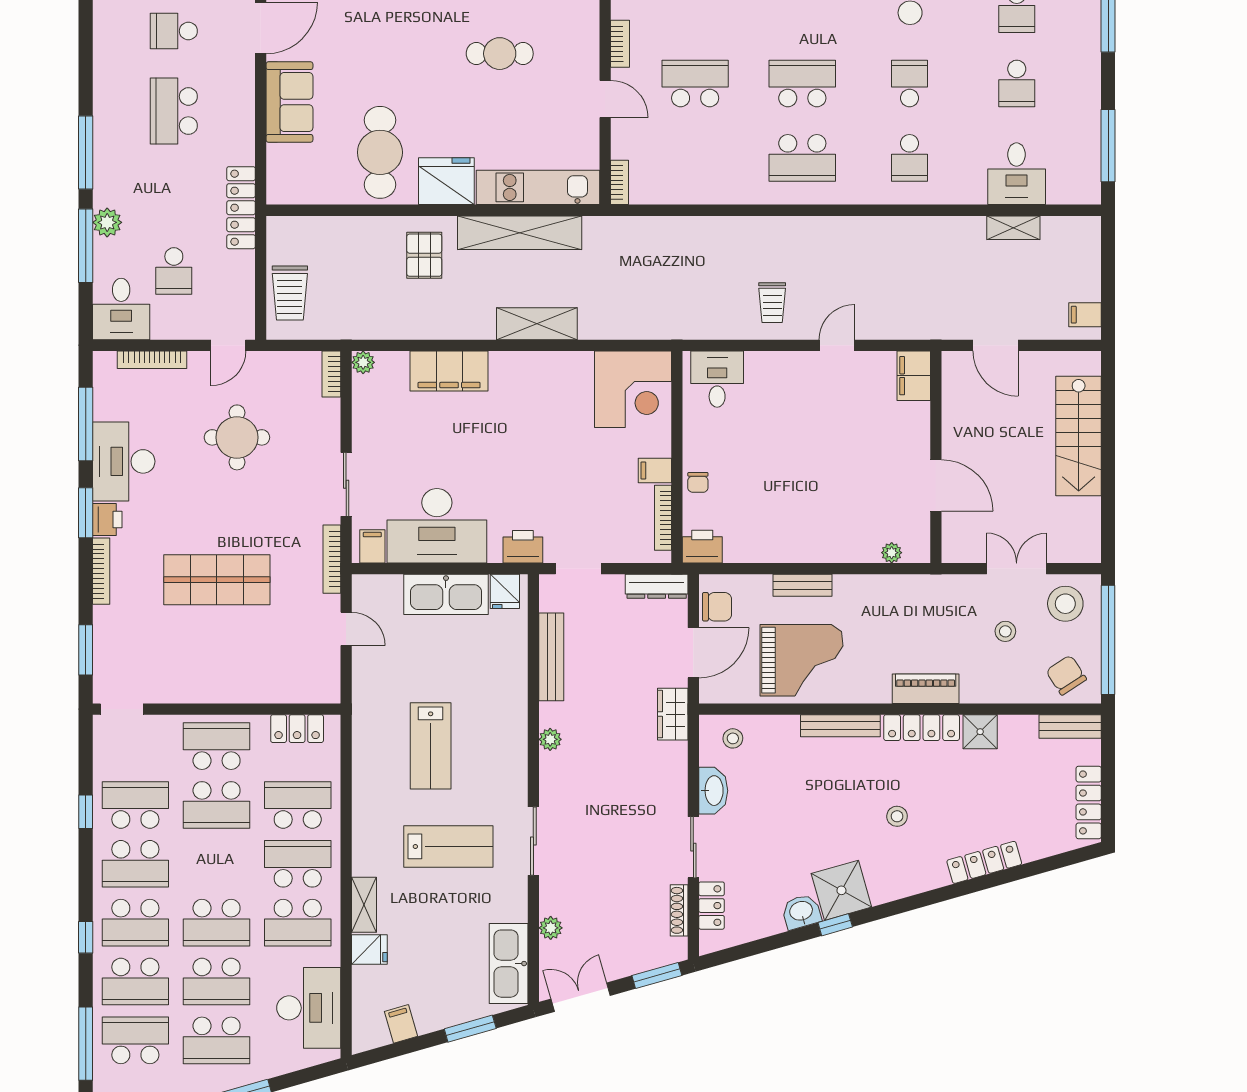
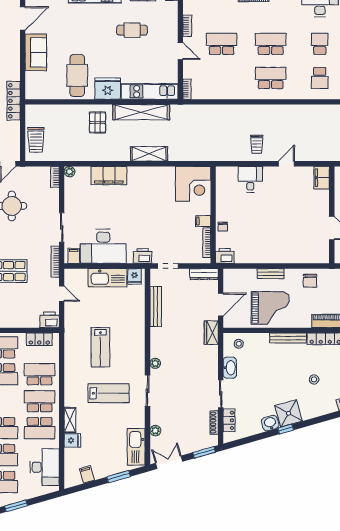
school desk: (802, 158) -> (271, 78), turned 180
desk: (717, 379) -> (250, 179), moved
plant: (892, 553) -> (311, 259), removed
chair: (717, 607) -> (310, 281), moved, turned 90
printer: (320, 686) -> (50, 320), added
plant: (550, 739) -> (155, 363), moved

